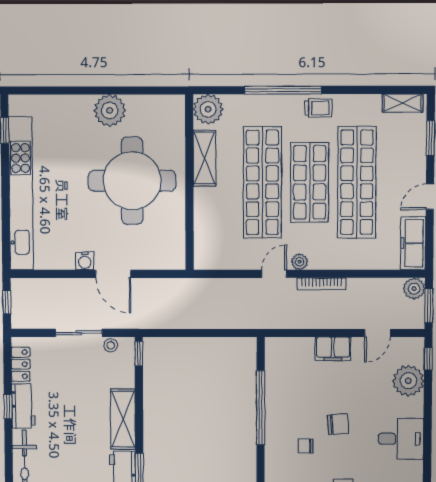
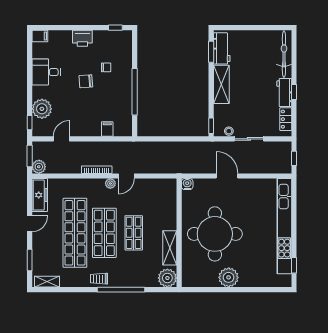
shop shelf: (262, 182) -> (134, 233), width x0.50, depth x0.74
water cooler: (85, 261) -> (187, 184), moved
filing cabinet: (333, 349) -> (107, 129), moved, width x0.50

